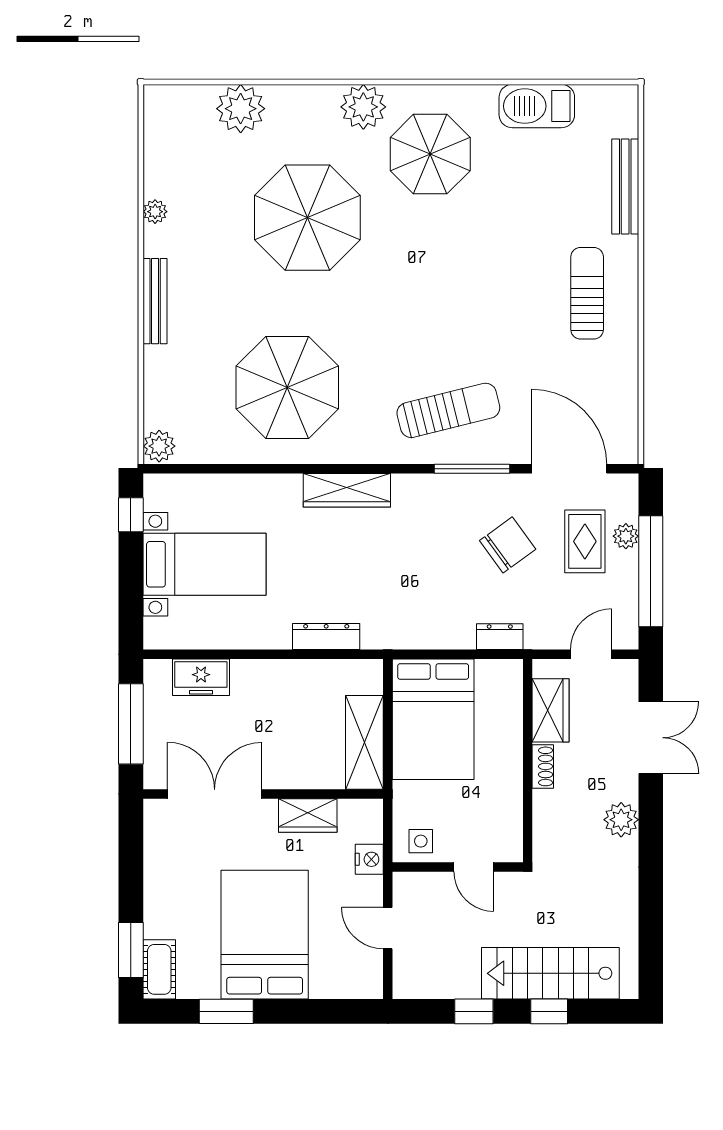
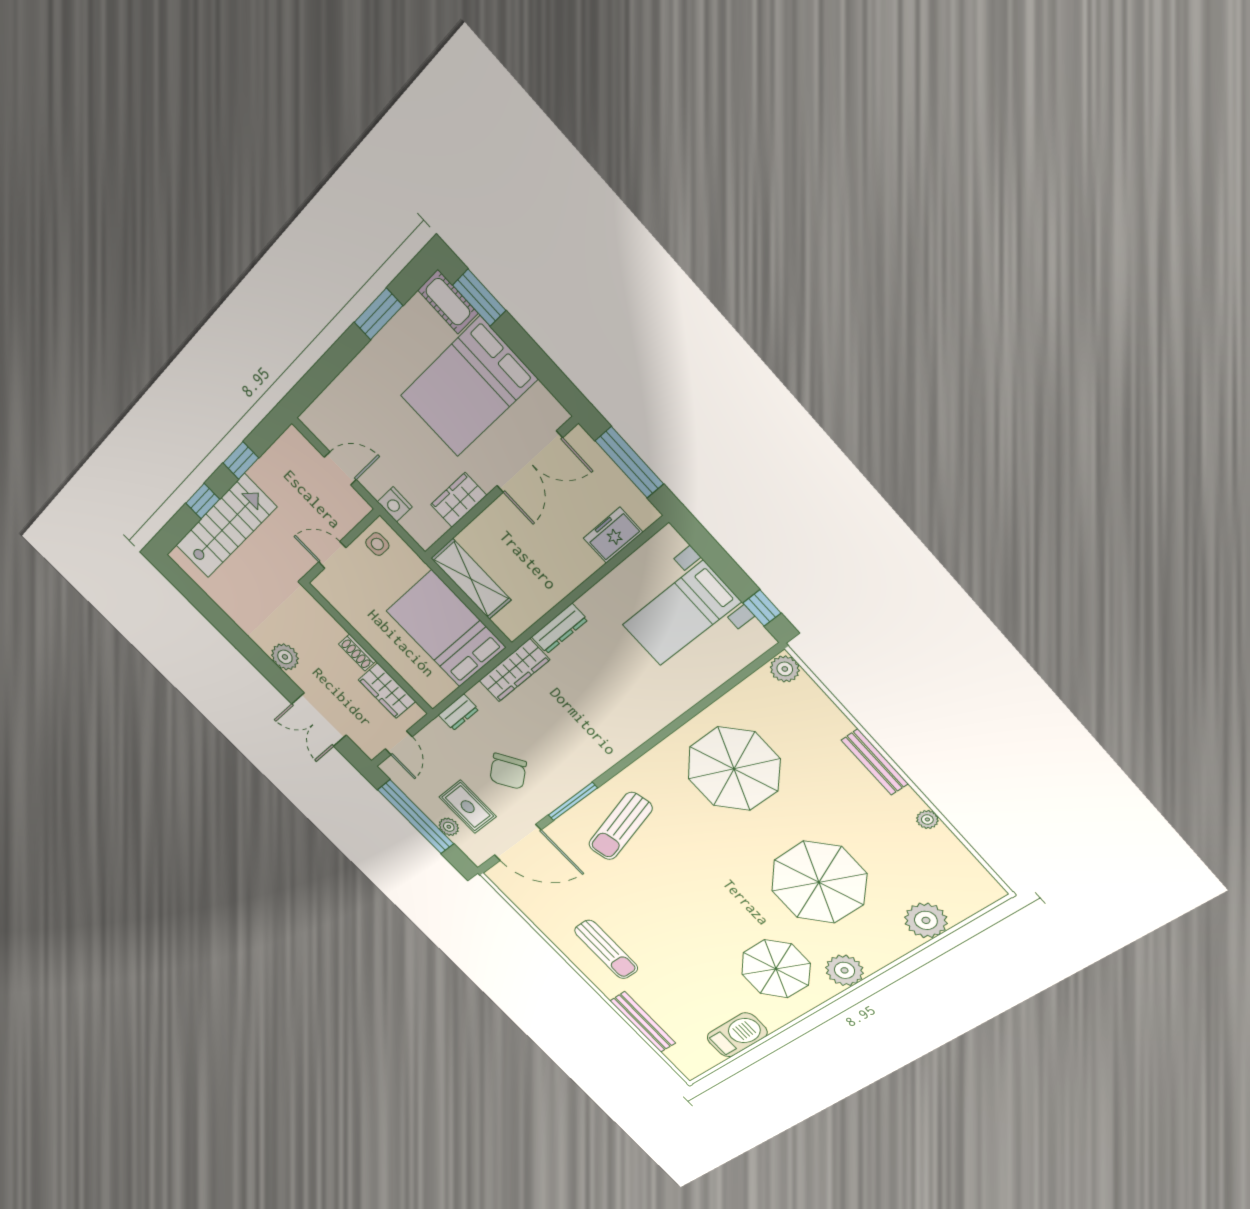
wardrobe: (347, 490) -> (514, 670), moved, turned 180
bed: (265, 935) -> (469, 387), moved, turned 90

